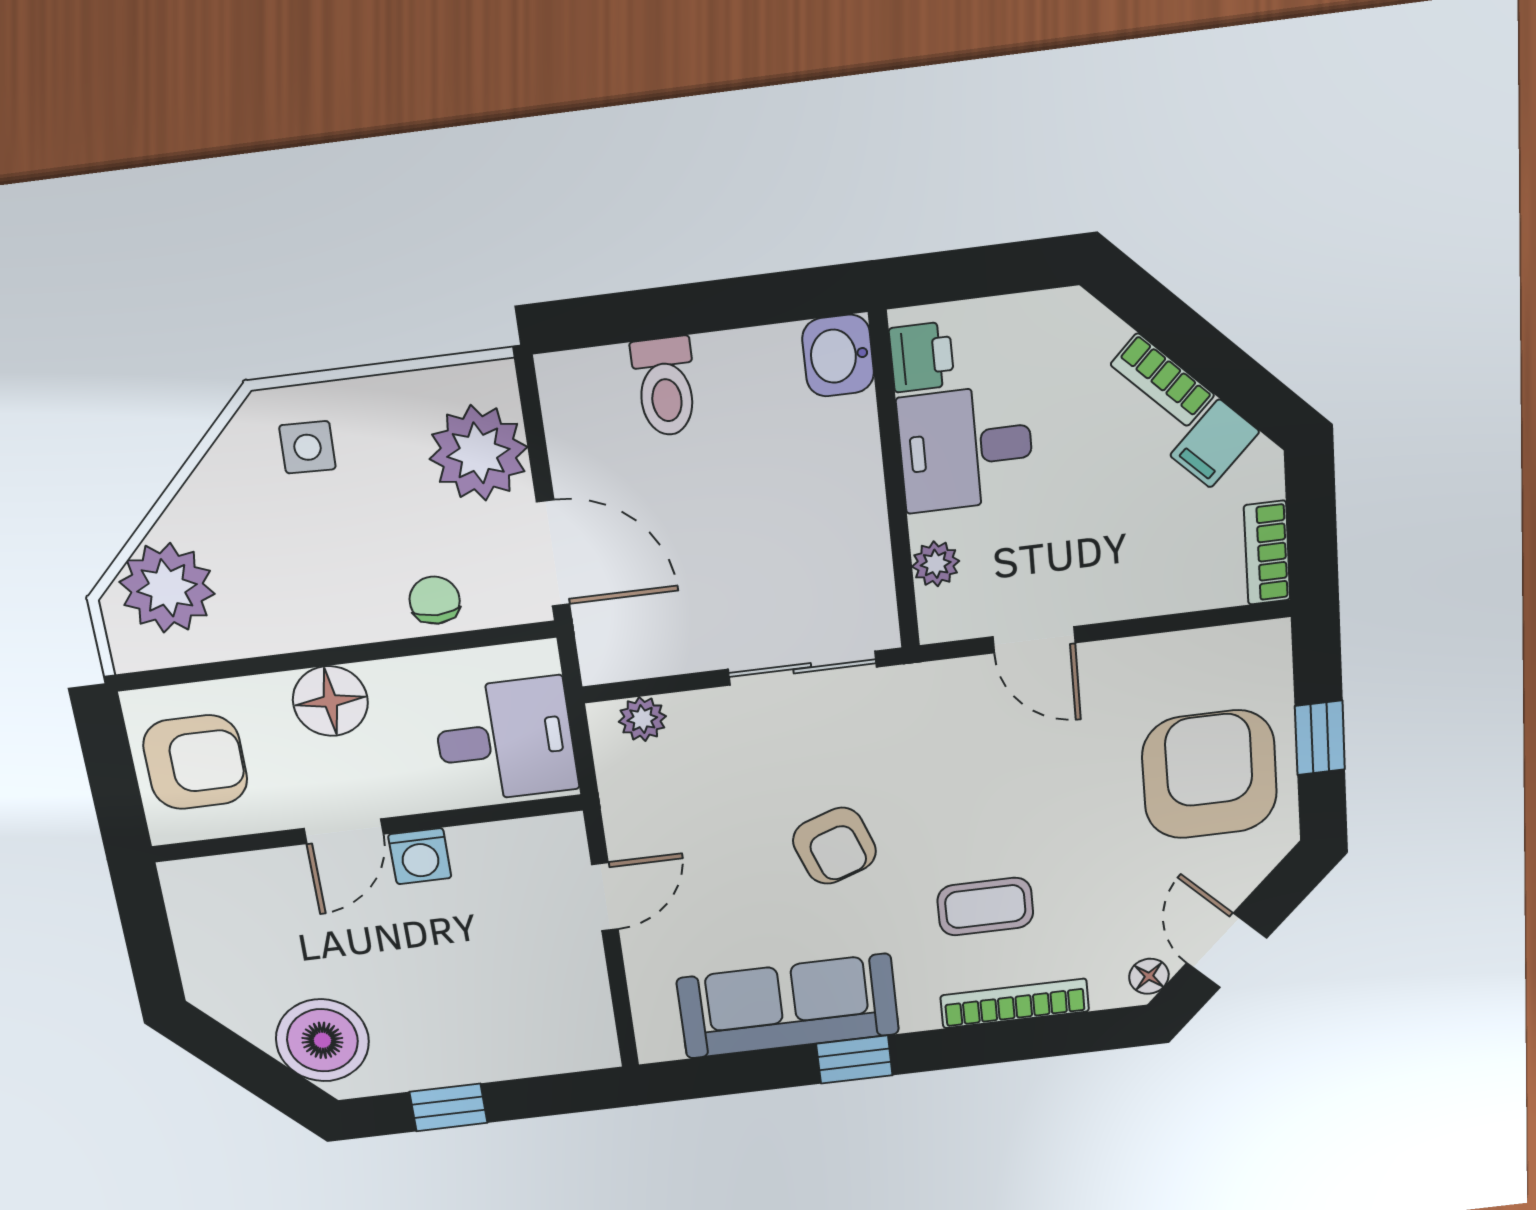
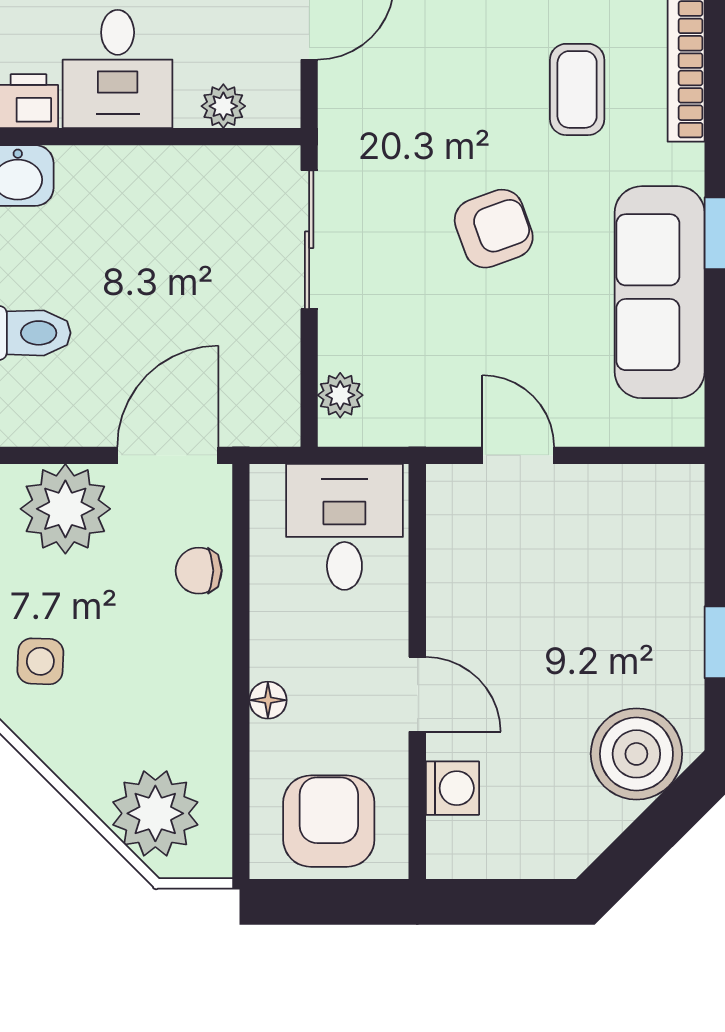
floor lamp: (330, 701) -> (268, 700), width x0.53, depth x0.53
washing machine: (420, 856) -> (452, 788), moved

